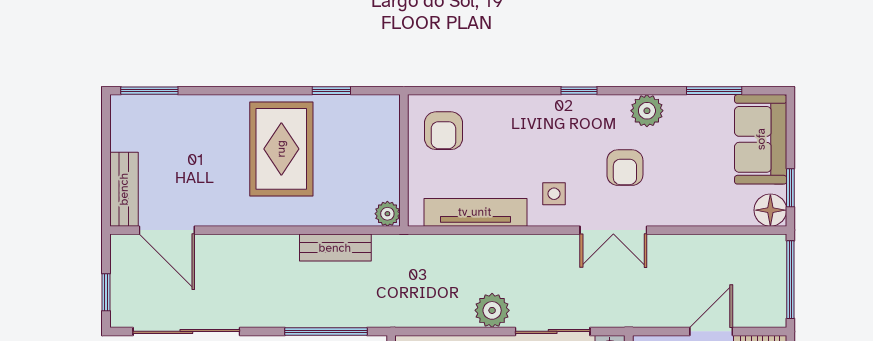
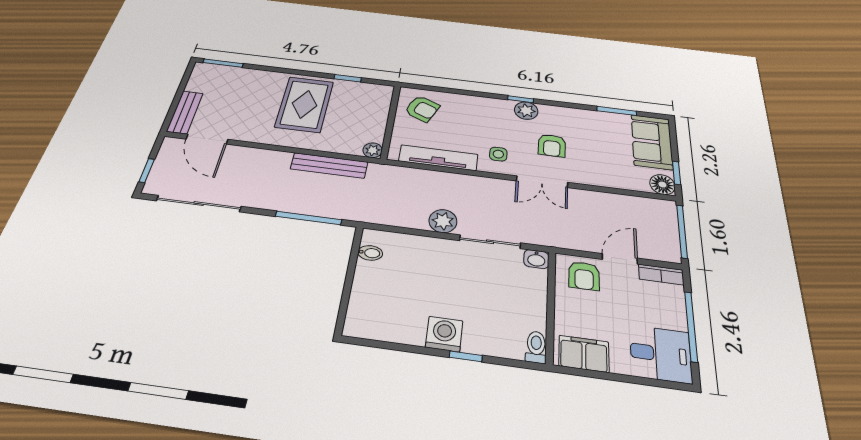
plant: (647, 111) -> (526, 111), moved
armchair: (443, 131) -> (422, 109), turned -66
bench: (335, 248) -> (329, 165), width x1.36

